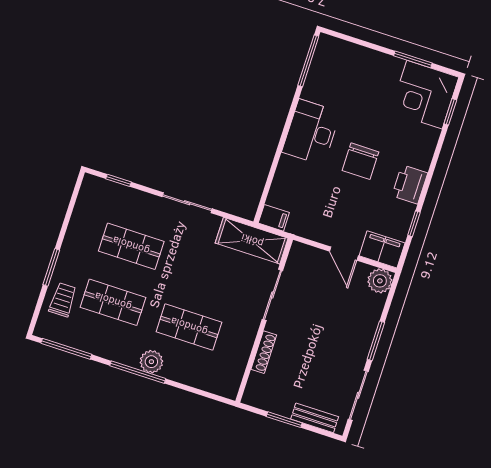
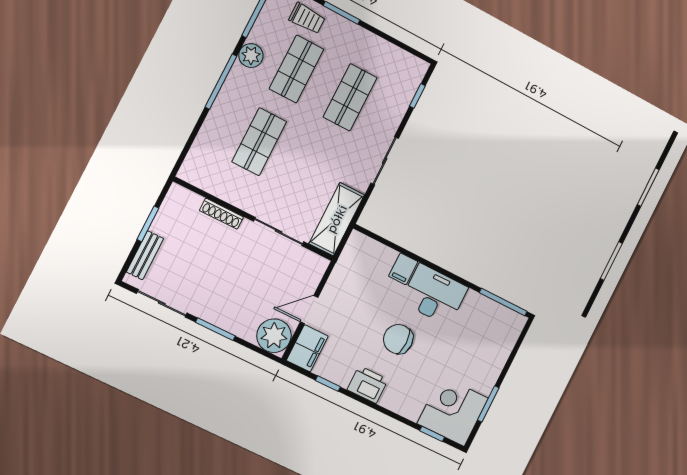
filing cabinet: (274, 218) -> (403, 269), moved
plant: (380, 281) -> (274, 336), width x1.36, depth x1.36
plant: (151, 362) -> (251, 56), moved

